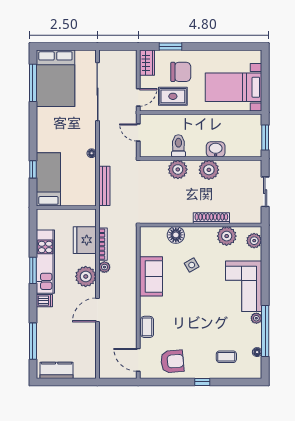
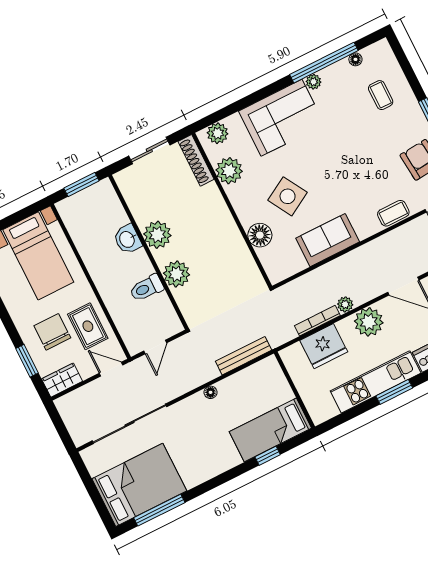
shoe rack: (211, 218) -> (196, 160), moved
side table: (192, 265) -> (288, 196), width x1.87, depth x1.87

